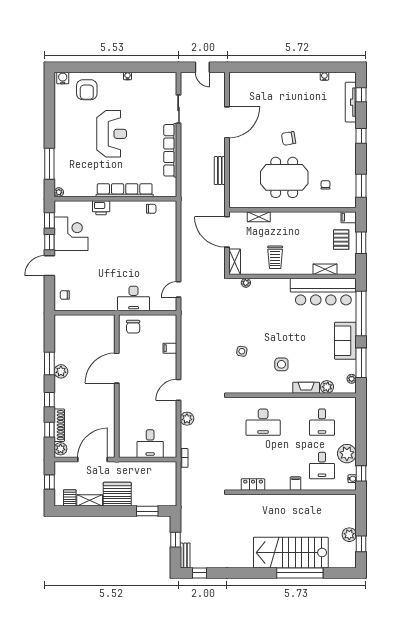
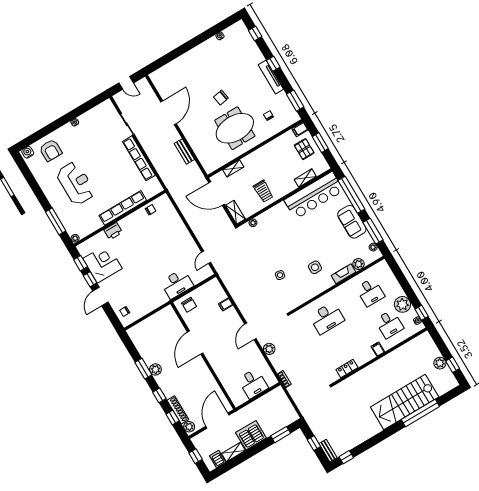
tv unit: (351, 102) -> (271, 77), moved
reception desk: (112, 134) -> (76, 183), moved

